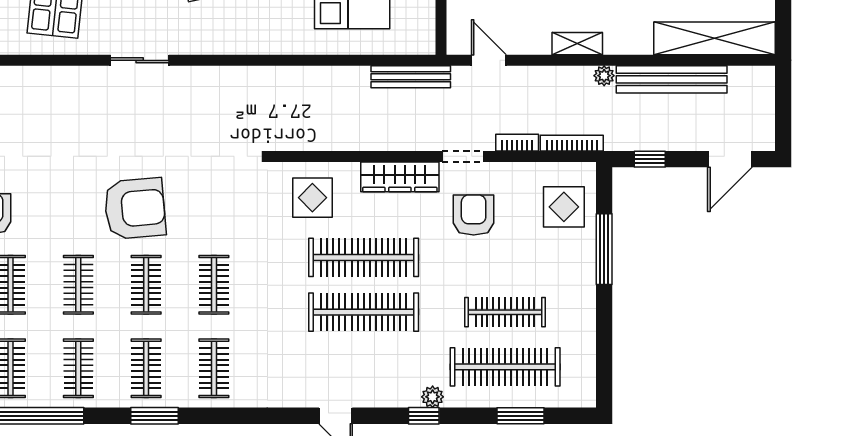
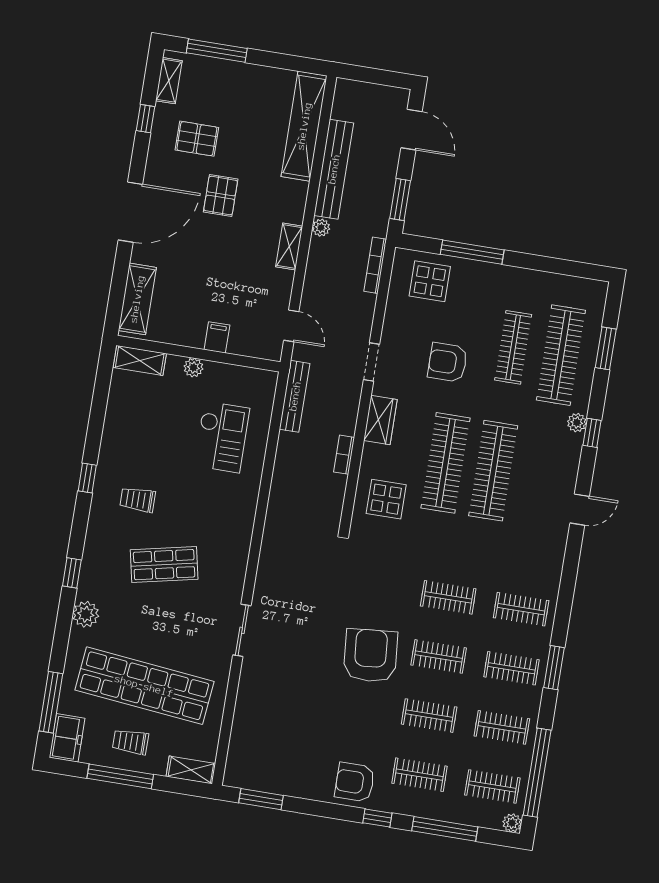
door: (489, 60) -> (291, 326), swing flipped
bookcase: (517, 143) -> (344, 455), moved
window: (650, 159) -> (400, 200), width x1.50
wardrobe: (400, 177) -> (380, 420), width x0.67
armchair: (474, 215) -> (448, 362), moved

